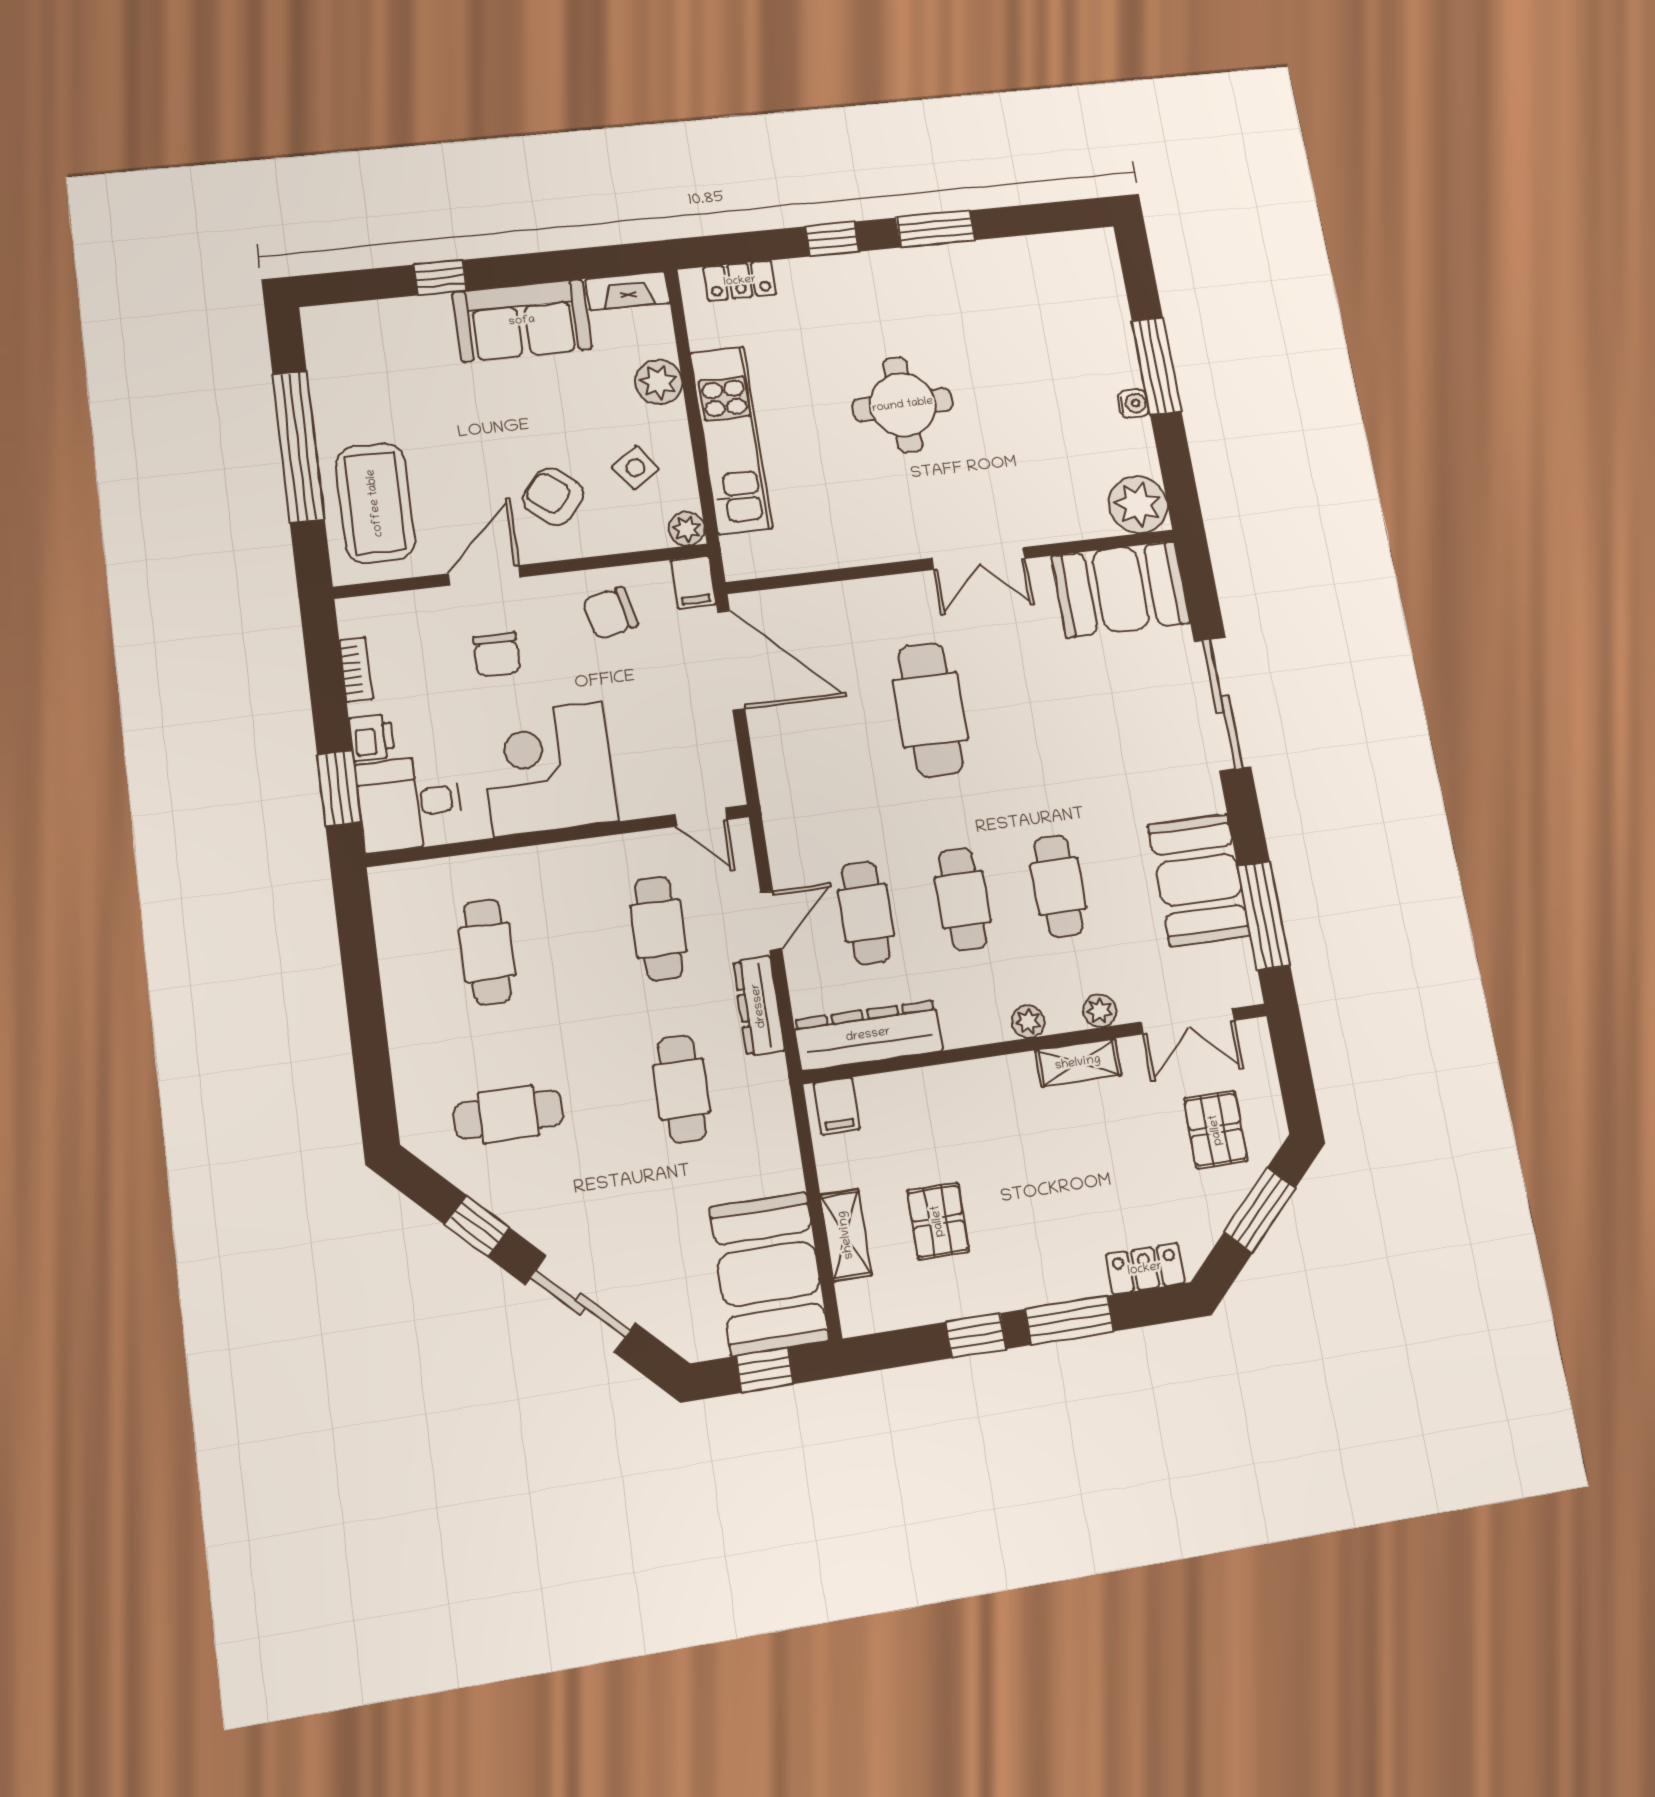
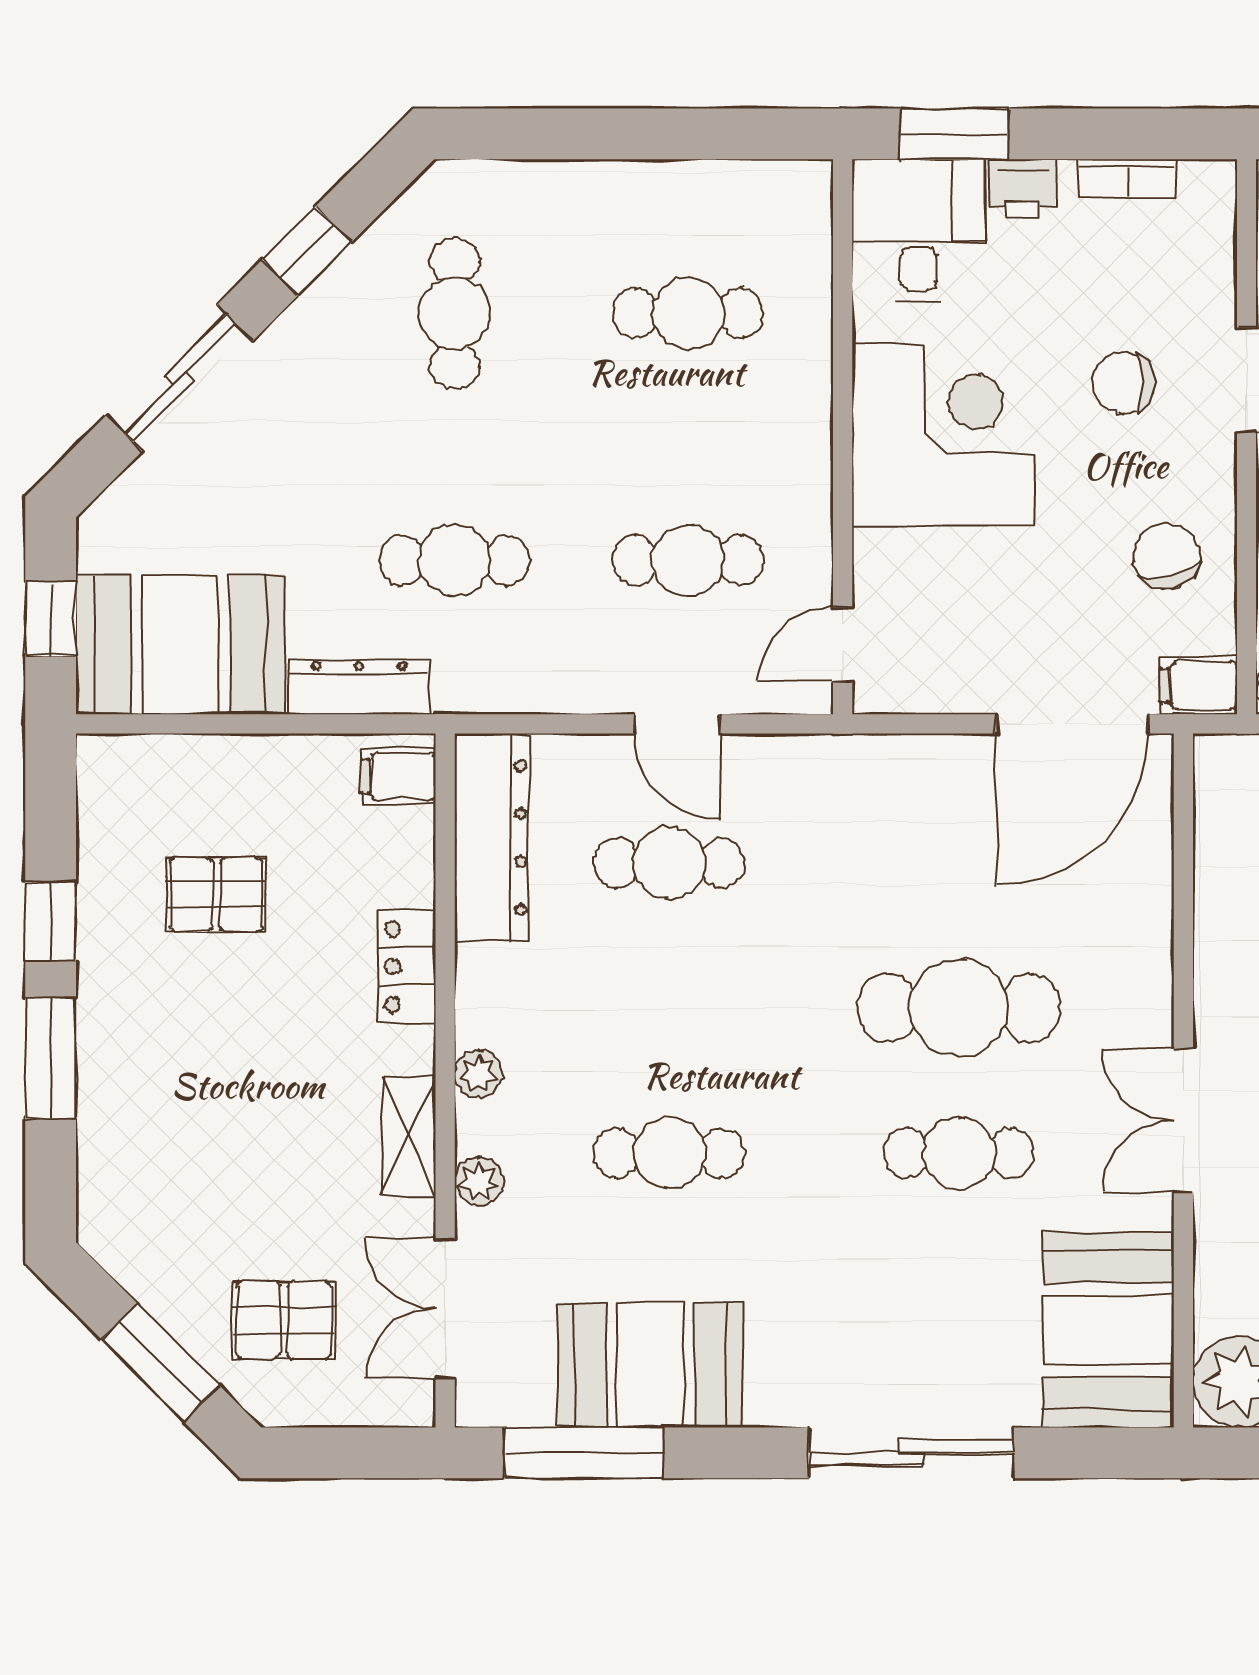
cafe table: (963, 899) -> (959, 1153), moved
dresser: (759, 1006) -> (359, 687), moved
shelving: (846, 1235) -> (217, 761), removed
locker: (1145, 1269) -> (407, 967), moved, turned 180

